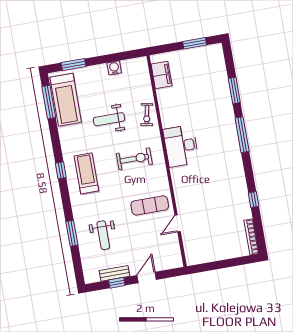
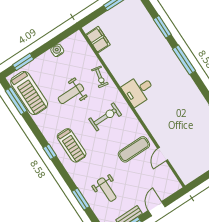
desk: (181, 146) -> (139, 90), width x0.73
treadmill: (86, 173) -> (72, 145), turned 180

